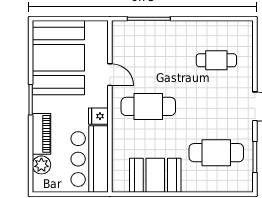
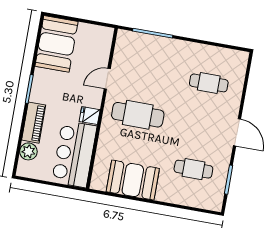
booth: (58, 58) -> (56, 44), width x0.73, depth x0.70
door: (110, 75) -> (107, 79), swing flipped
cafe table: (216, 153) -> (193, 169), width x0.73, depth x0.74

